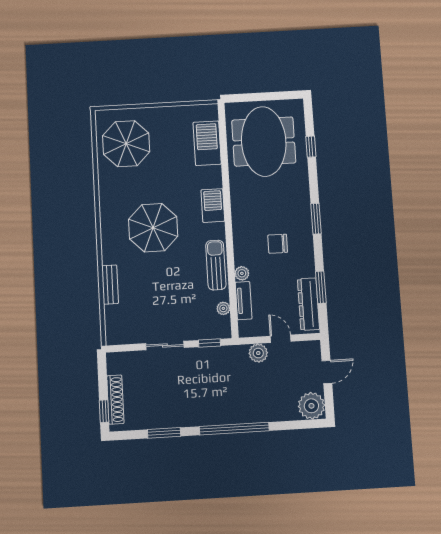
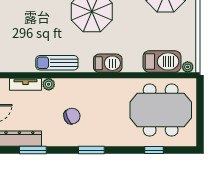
chair: (278, 244) -> (72, 116), turned 66
sun lounger: (216, 265) -> (57, 63), turned 180
plant: (223, 308) -> (188, 67), moved

